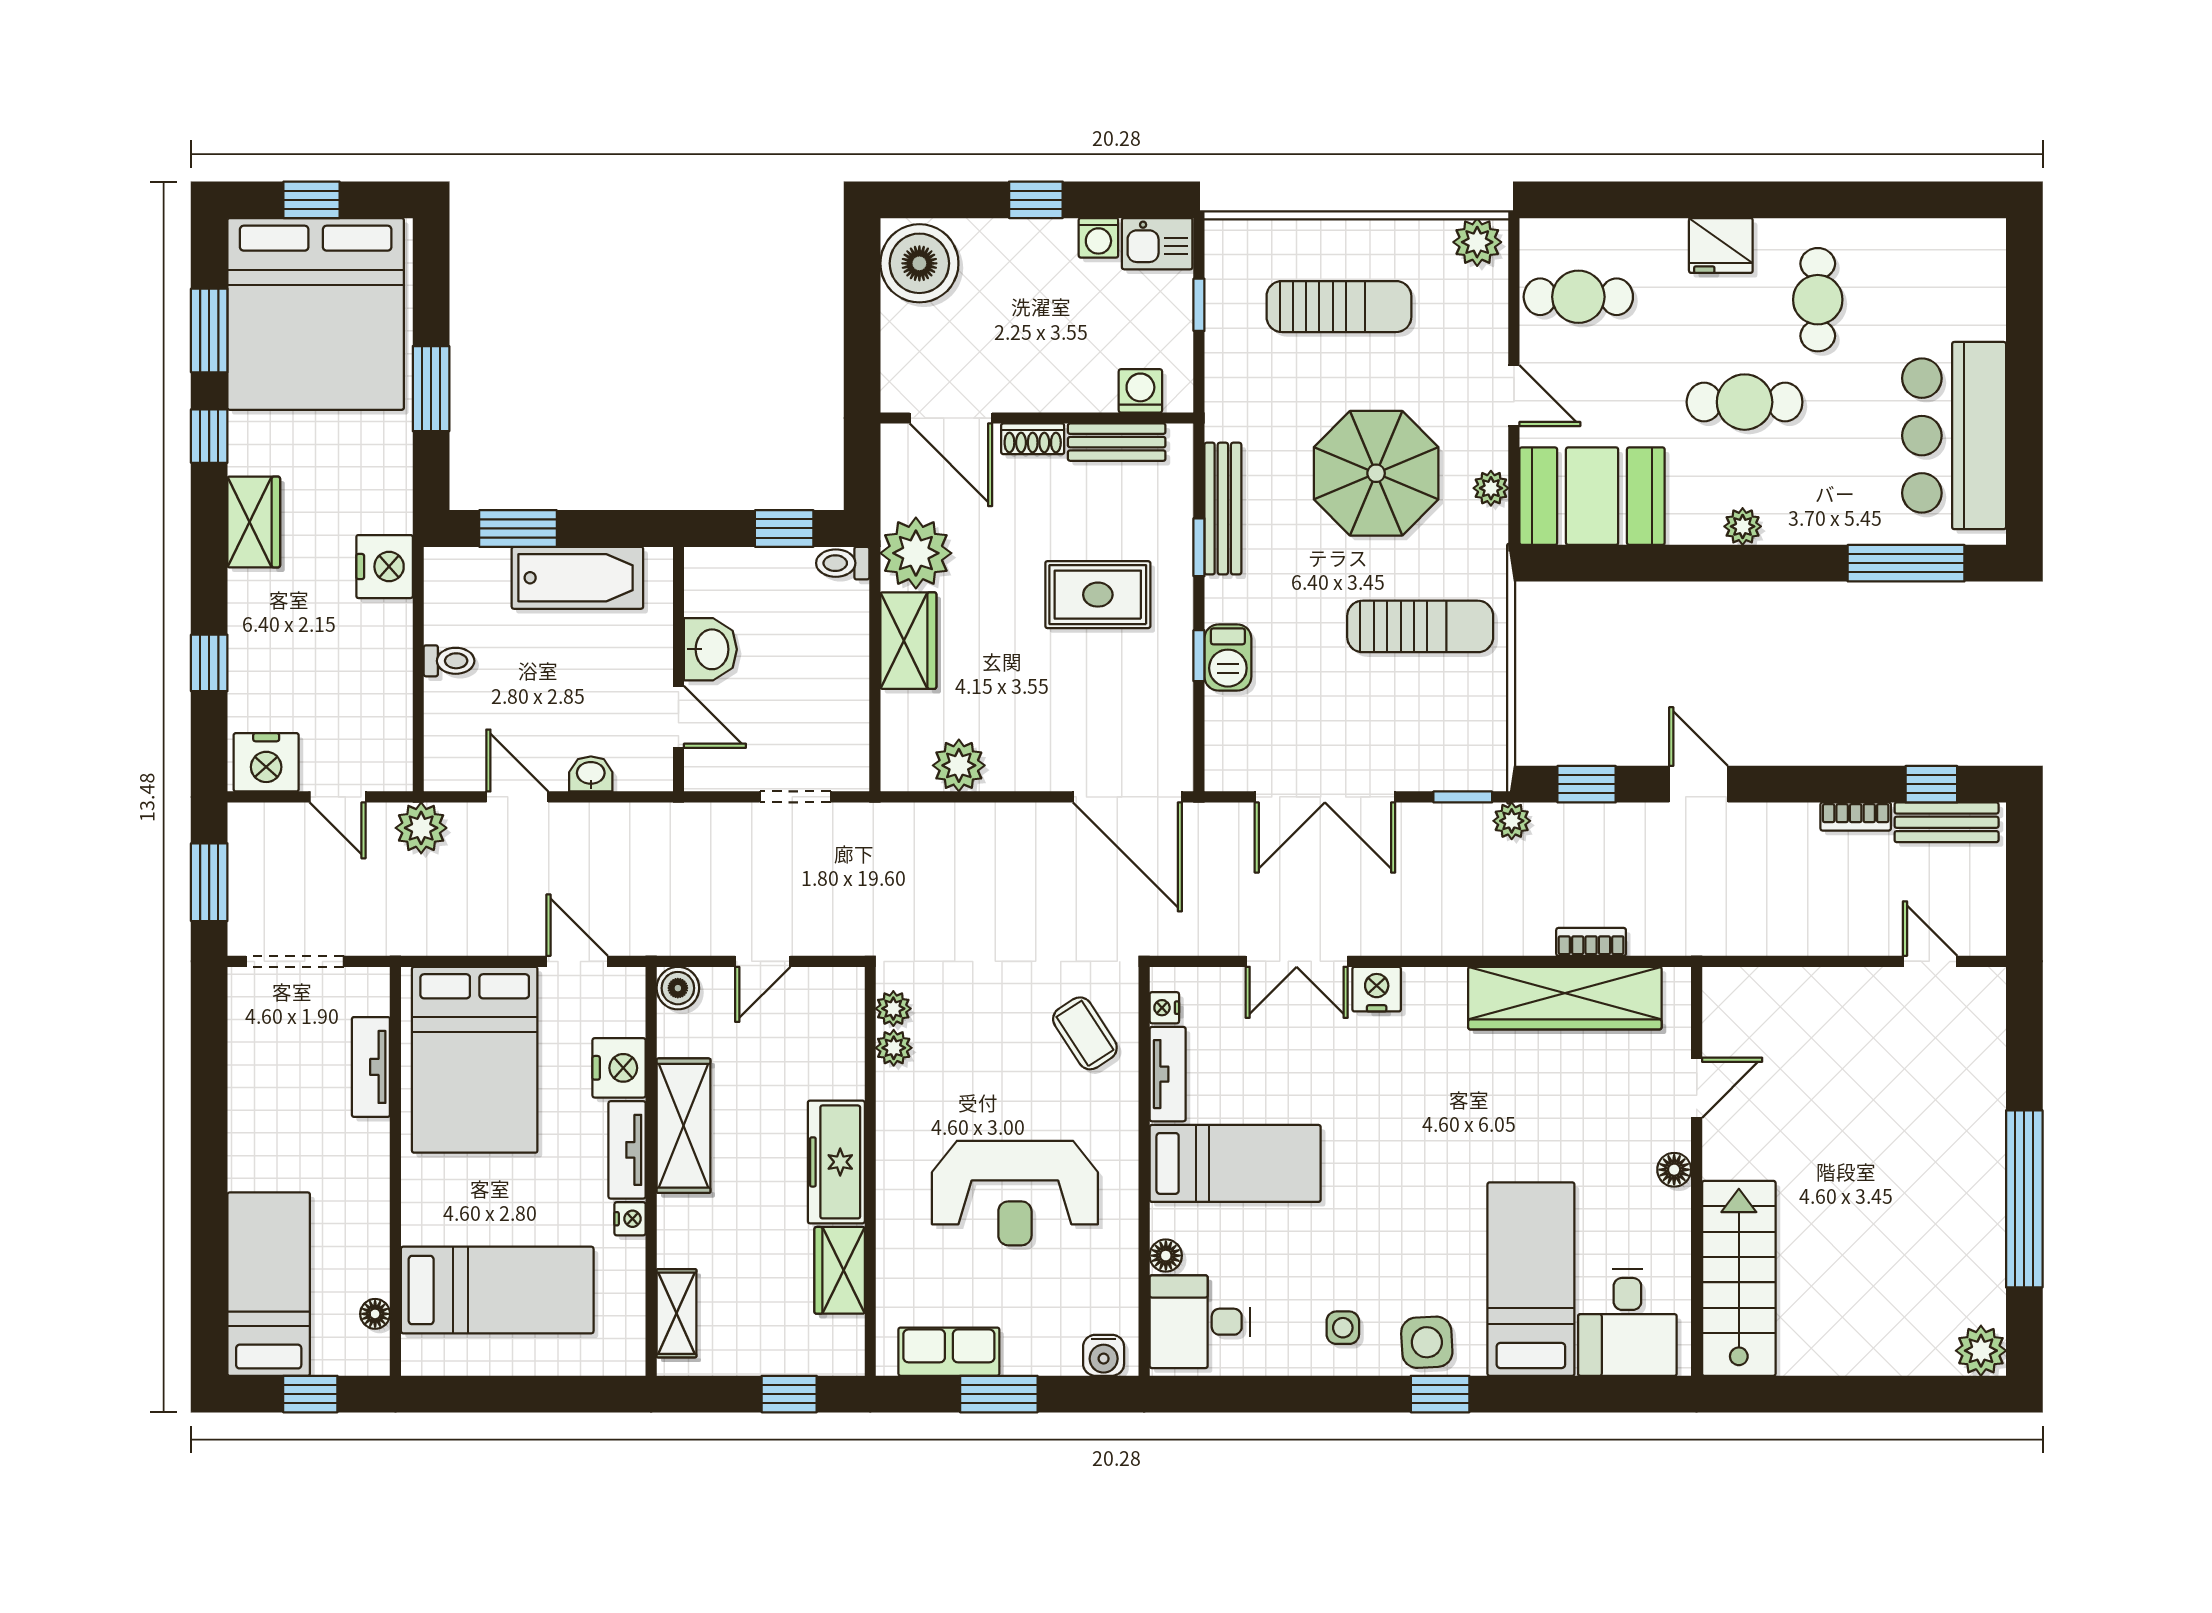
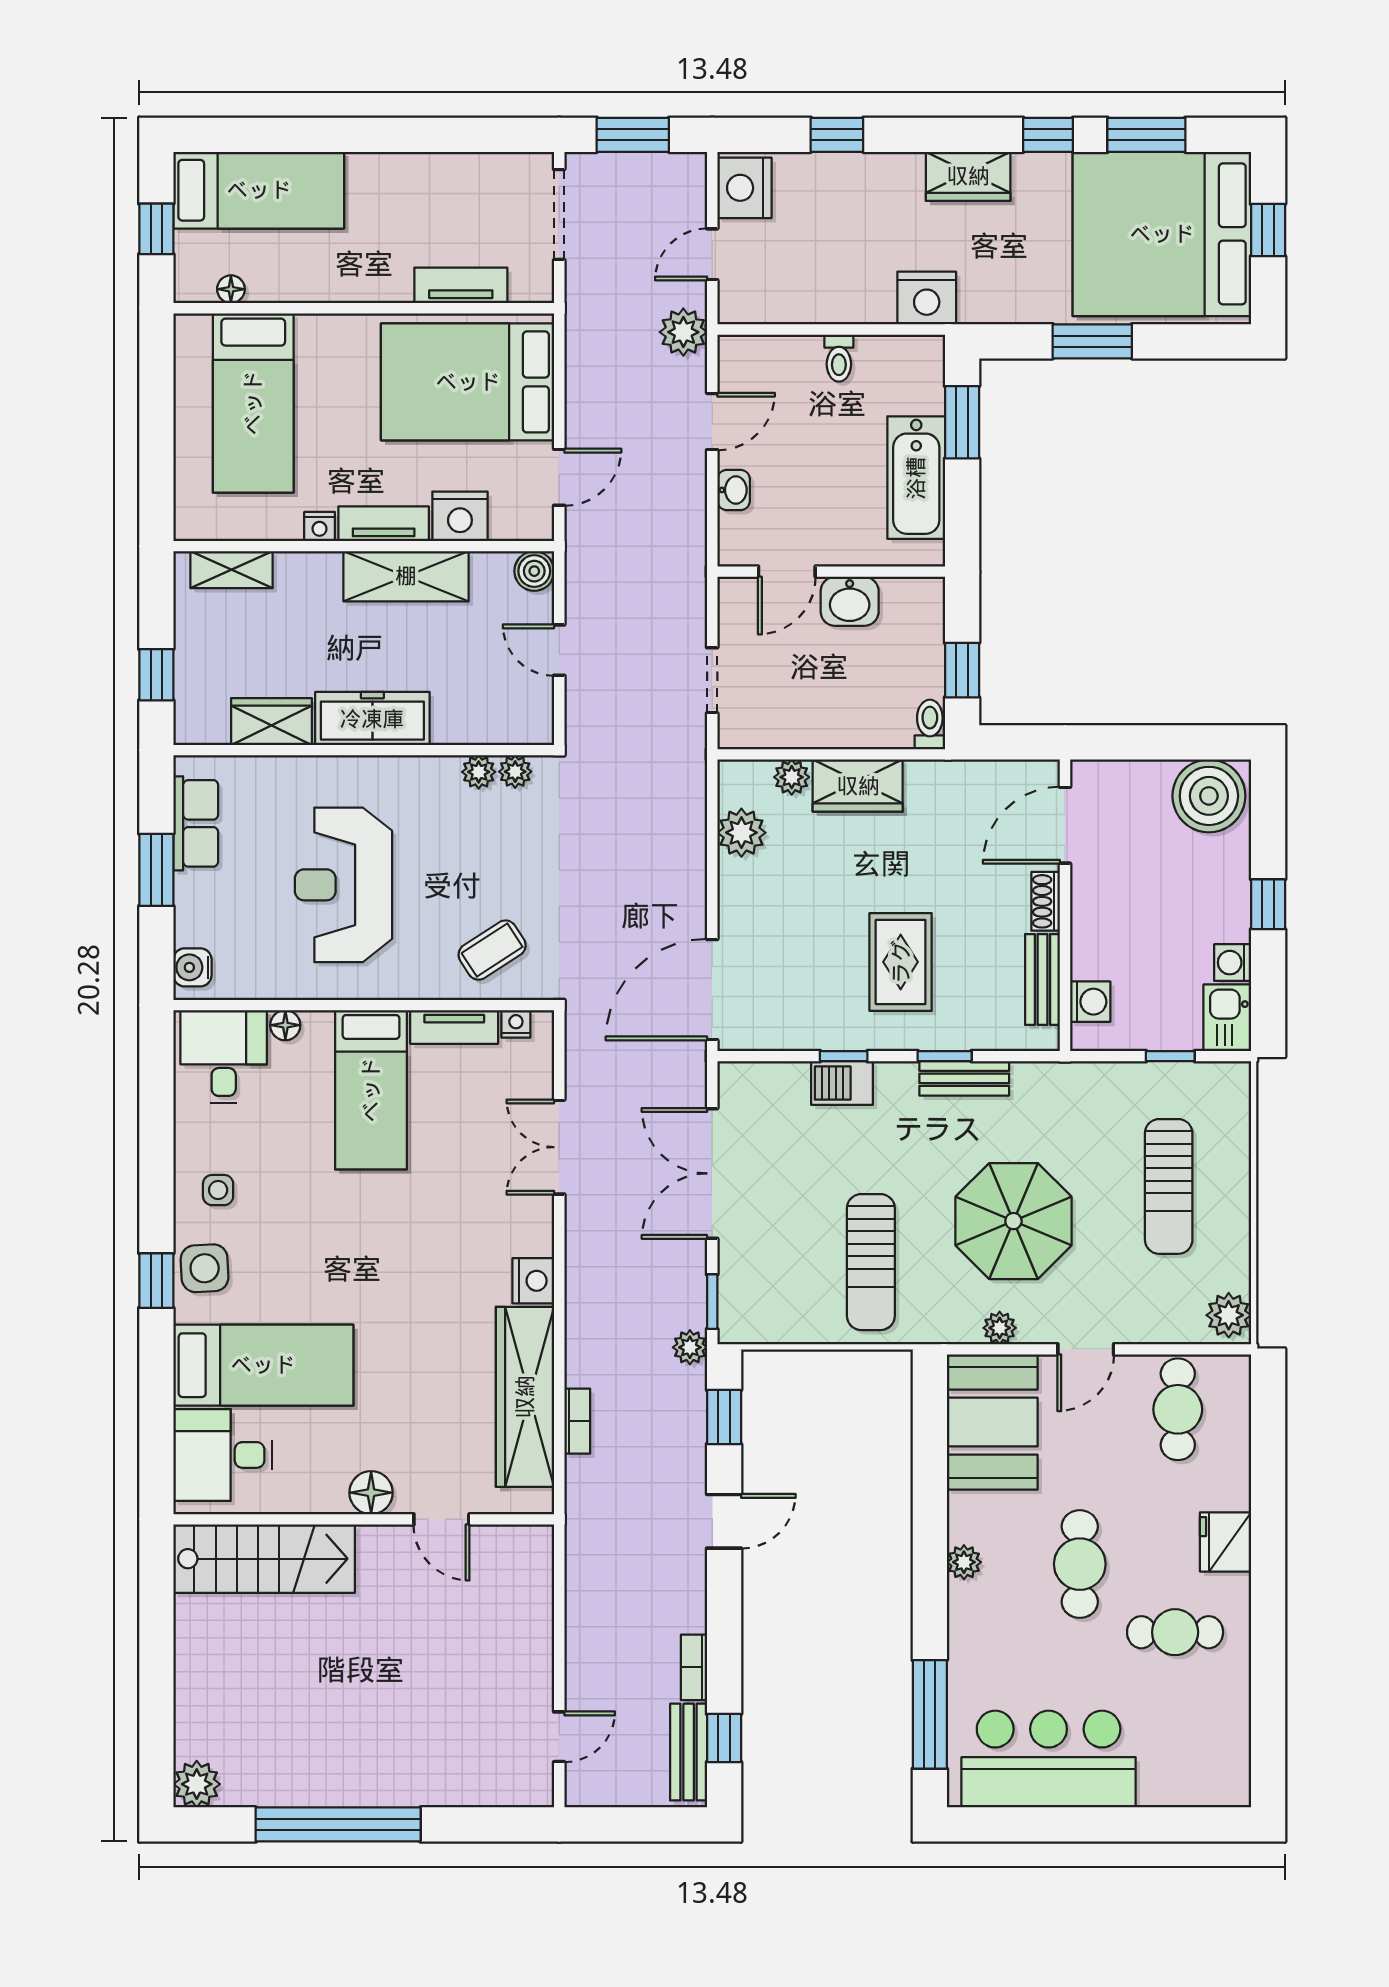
bench: (1223, 509) -> (964, 1078), width x0.73
plant: (916, 553) -> (792, 777), moved, width x0.53, depth x0.53
nightstand: (1377, 989) -> (533, 1281), moved
floor lamp: (1674, 1170) -> (371, 1493), width x1.37, depth x1.37

